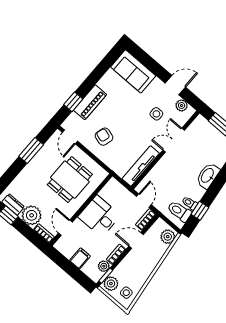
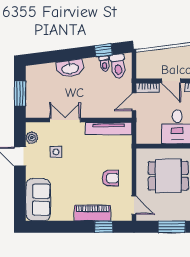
door: (70, 137) -> (134, 205), hinge flipped
armchair: (104, 137) -> (110, 178), turned -106
double door: (174, 140) -> (65, 120), swing flipped
plant: (168, 237) -> (146, 58), removed

